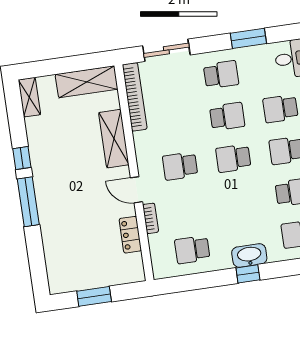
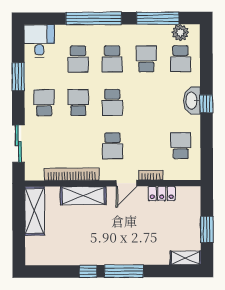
shelving: (29, 97) -> (185, 258), moved
bookcase: (135, 97) -> (72, 174), moved
school desk: (192, 250) -> (181, 146), turned 180

